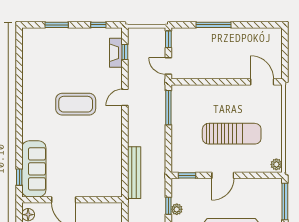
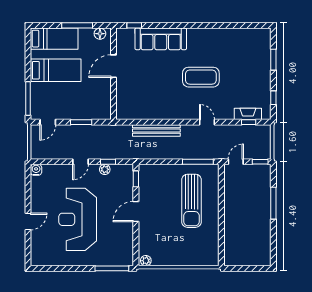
door: (262, 82) -> (221, 247), removed
coffee table: (76, 104) -> (201, 77), turned 90
sun lounger: (232, 134) -> (192, 201), moved
sofa: (34, 169) -> (161, 39), moved
bench: (134, 173) -> (156, 130), moved
door: (223, 175) -> (136, 212), hinge flipped

